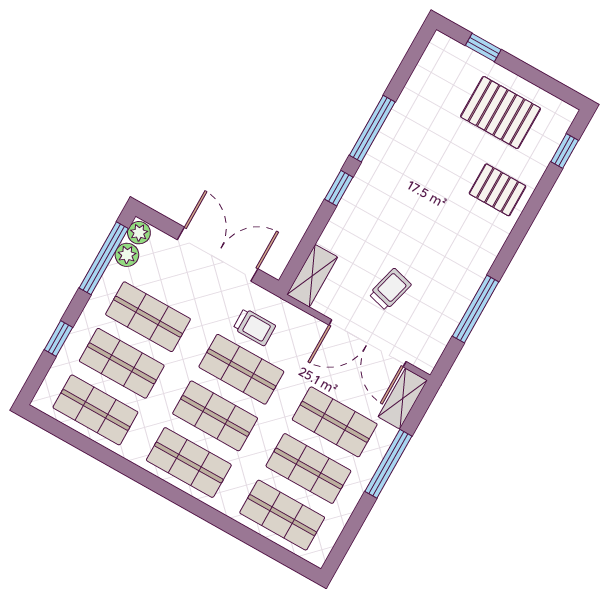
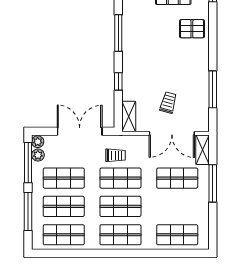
window: (339, 188) -> (118, 81), moved
window: (58, 339) -> (28, 211), width x2.17
shop shelf: (308, 468) -> (177, 206), removed

